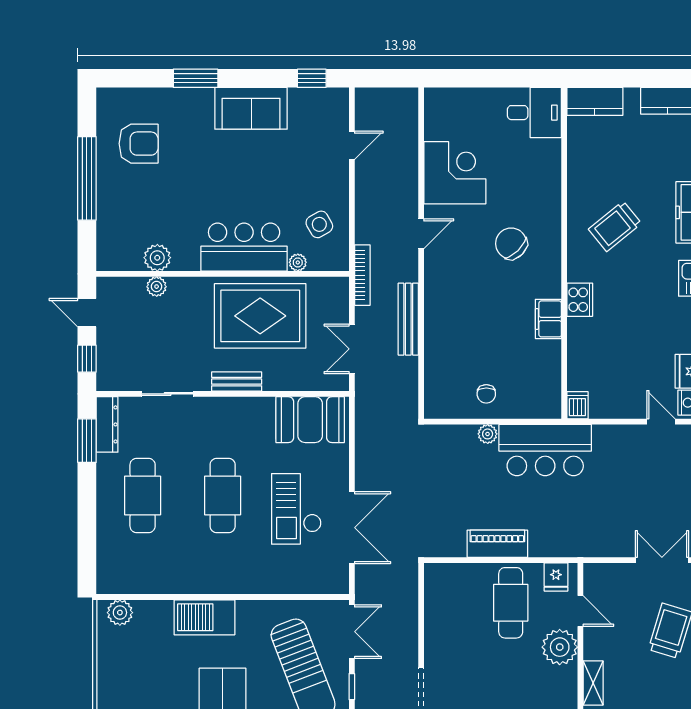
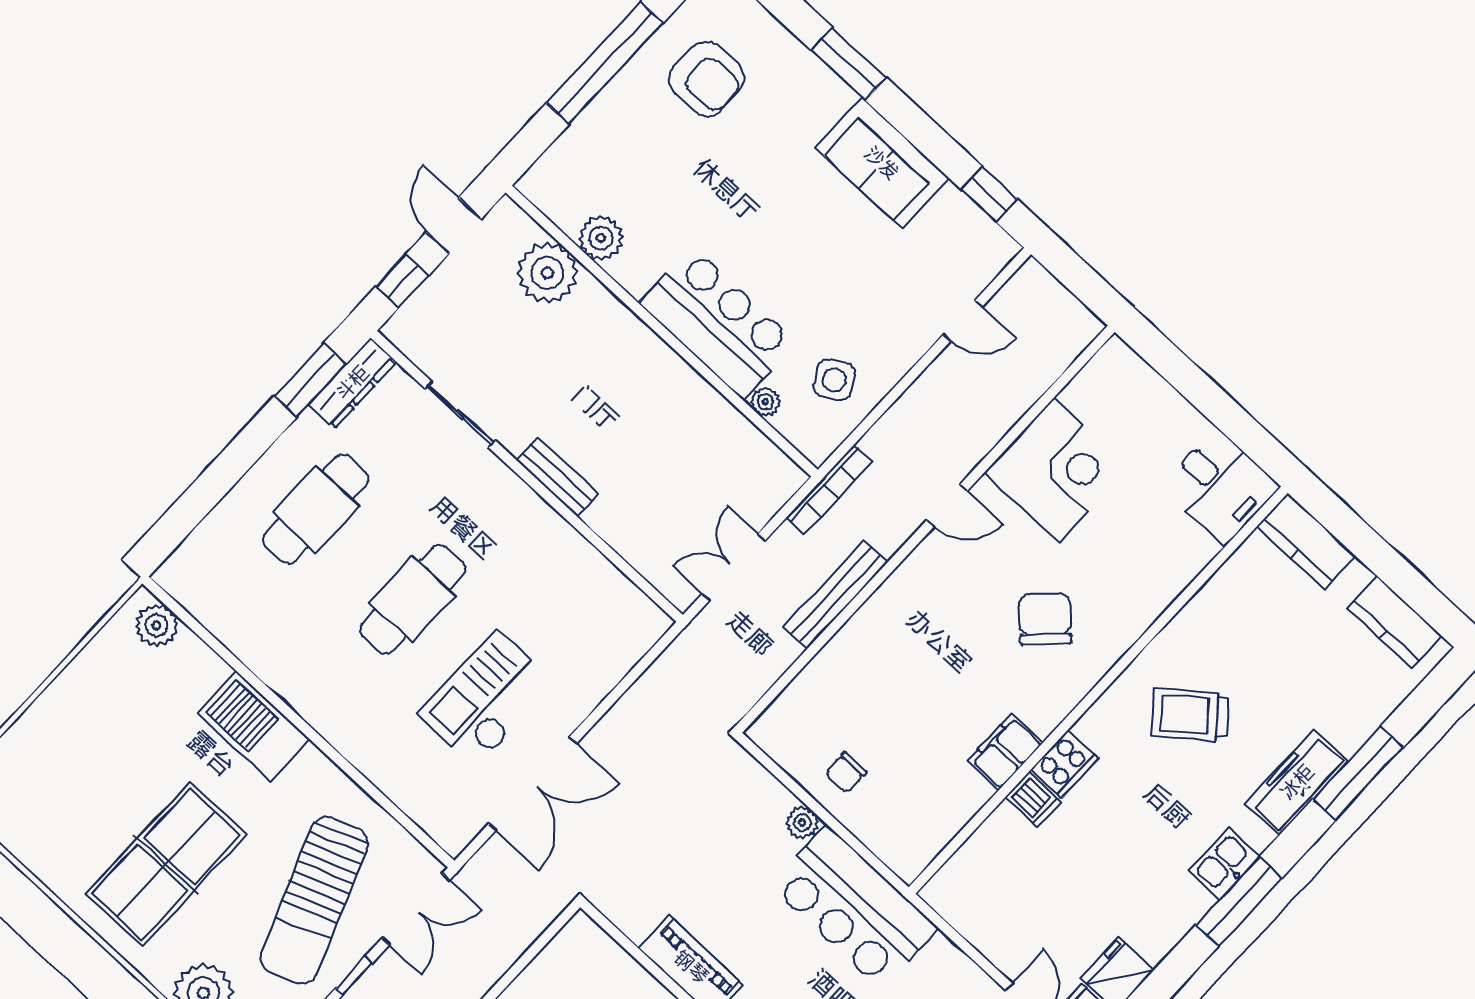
plant: (157, 287) -> (547, 273), width x1.88, depth x1.88
rug: (260, 316) -> (660, 424), removed
dishwasher: (577, 405) -> (1033, 800), moved, turned 90
booth: (310, 420) -> (604, 606), removed

